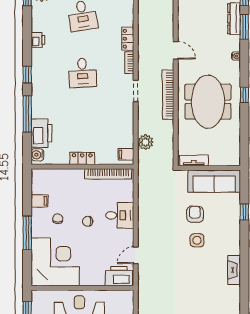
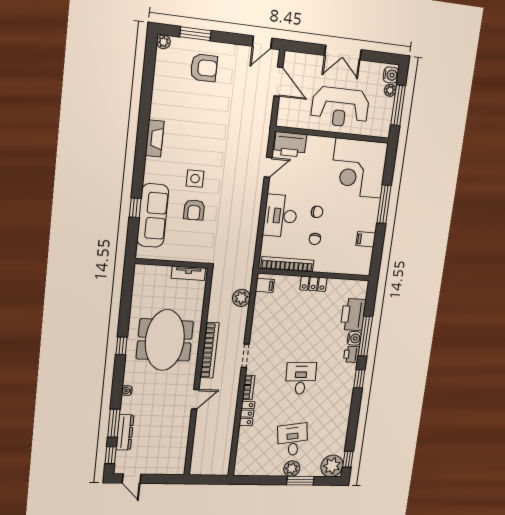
printer: (38, 40) -> (351, 354), moved
door: (176, 50) -> (195, 399), swing flipped
water cooler: (37, 155) -> (354, 338), moved
sofa: (214, 181) -> (153, 215), moved, turned 90
desk: (120, 215) -> (280, 216), width x1.37
chair: (58, 219) -> (315, 239), moved

